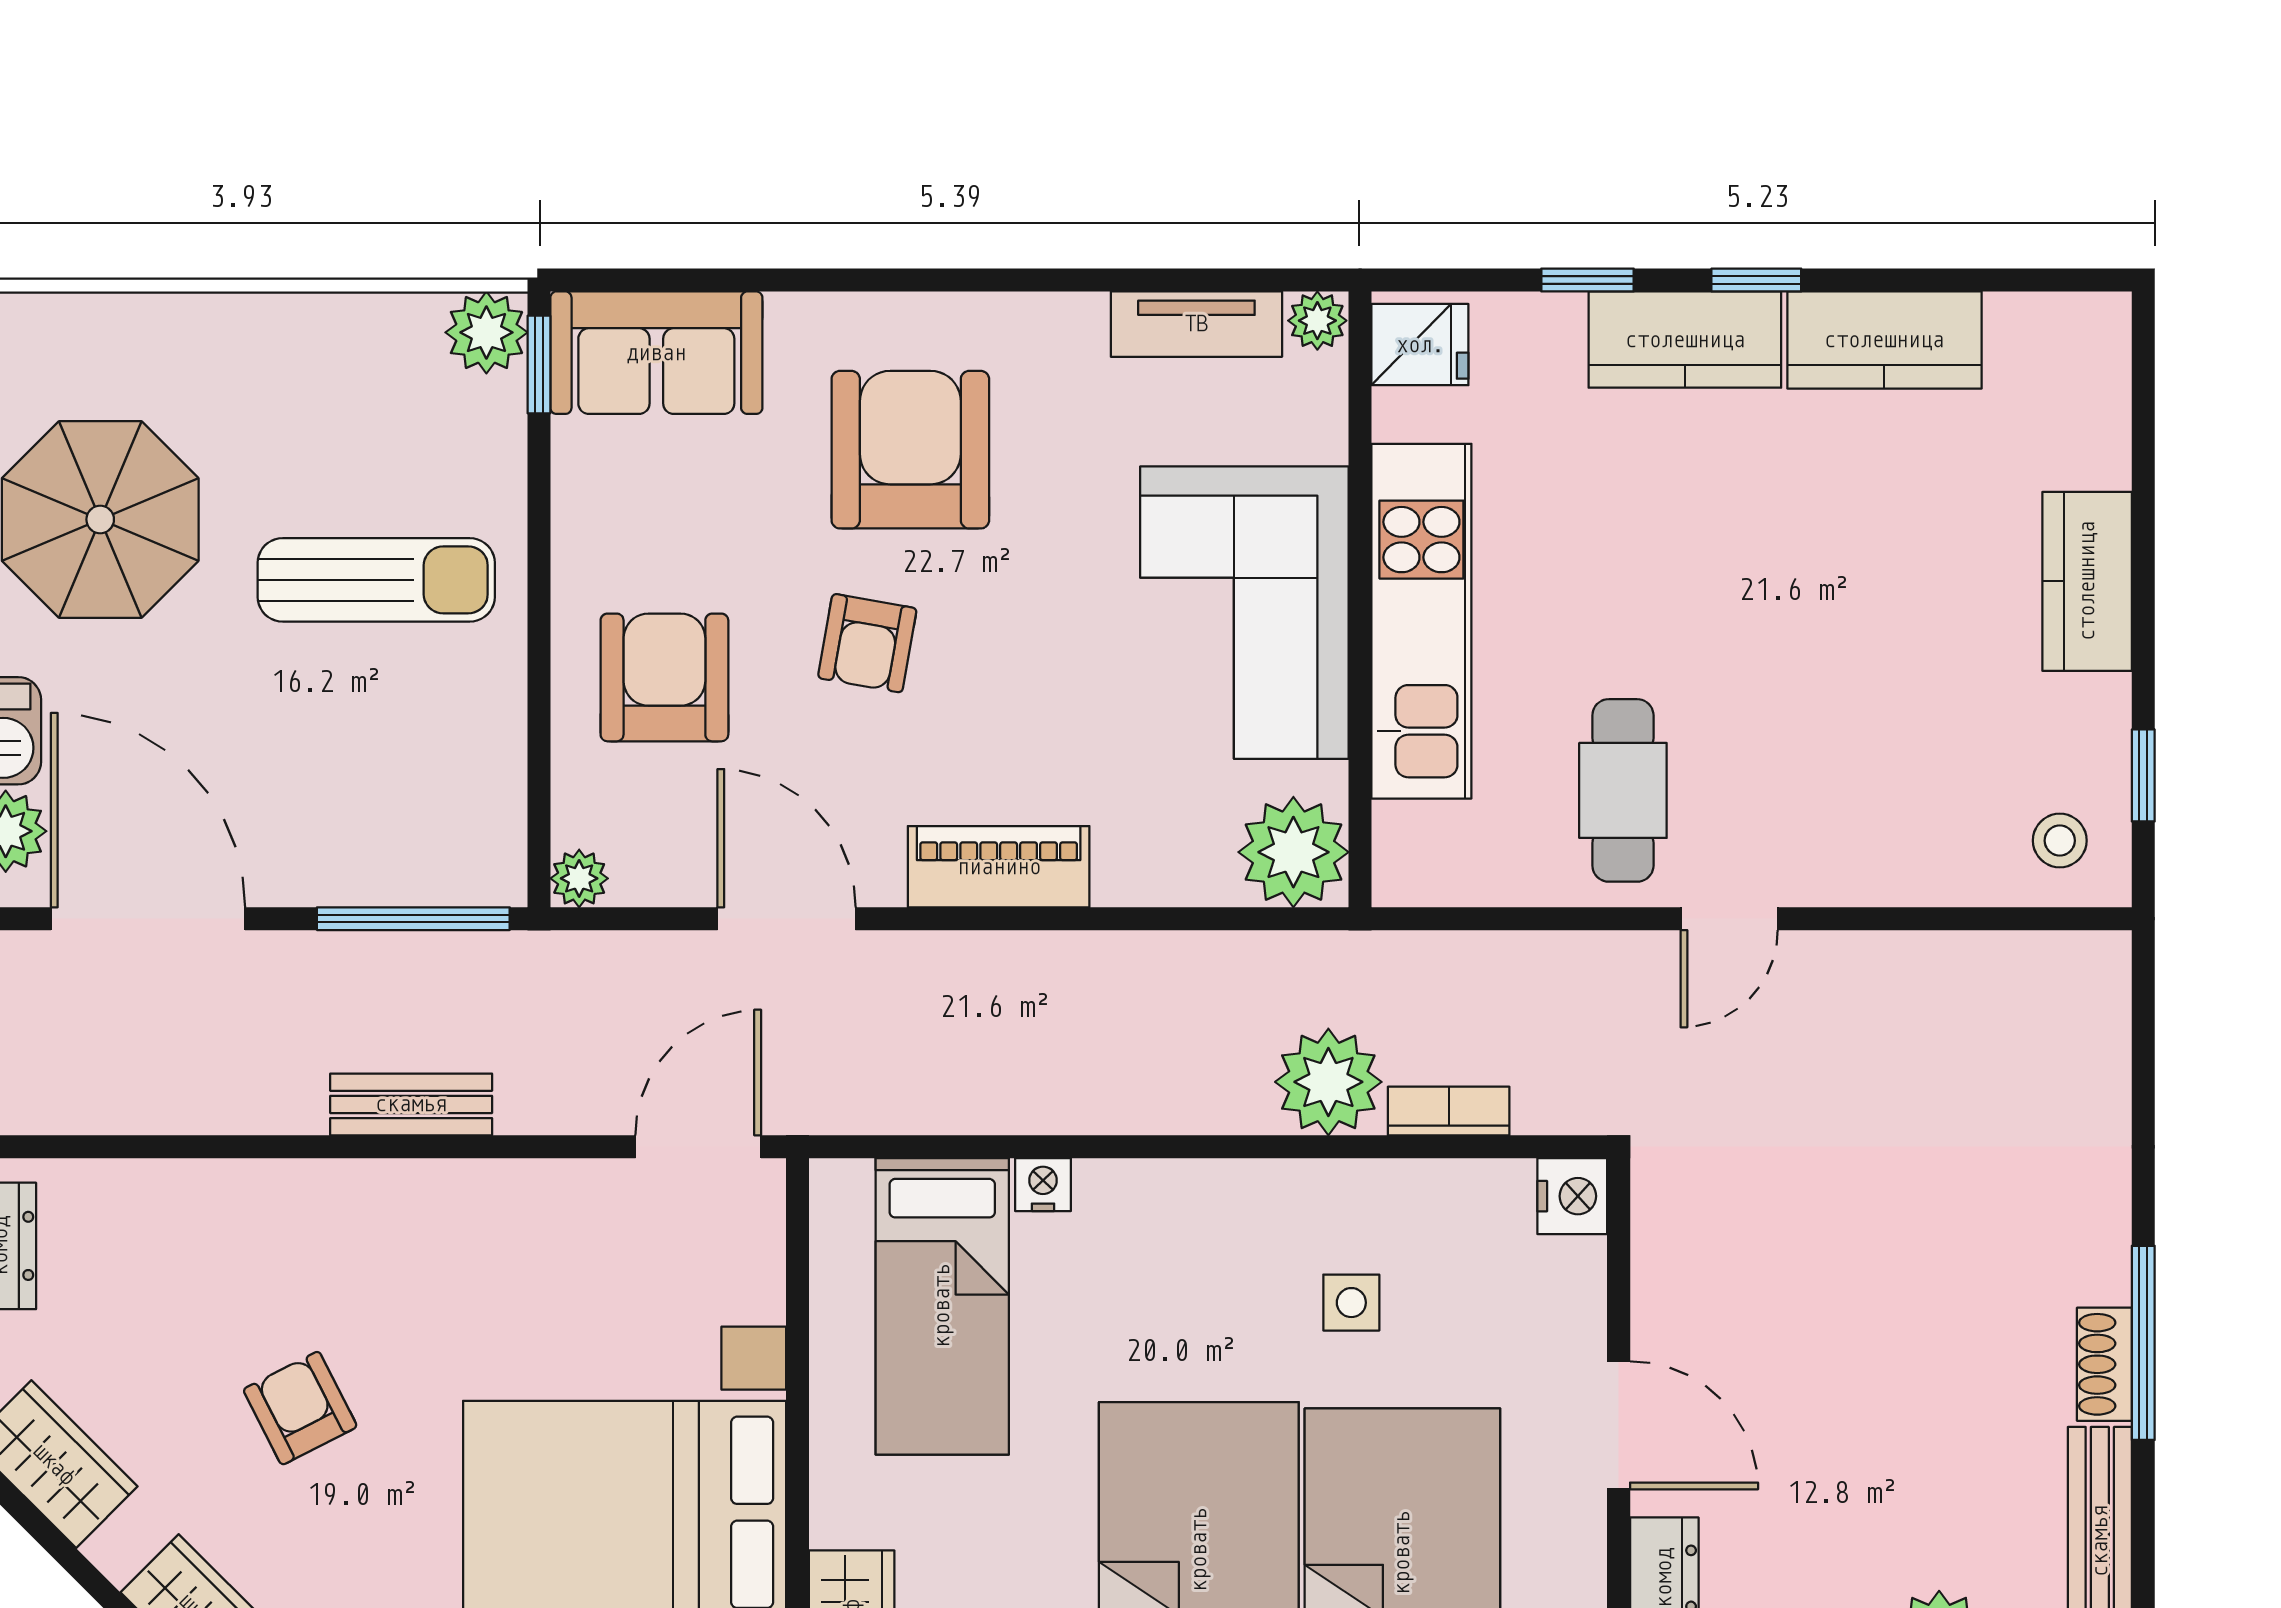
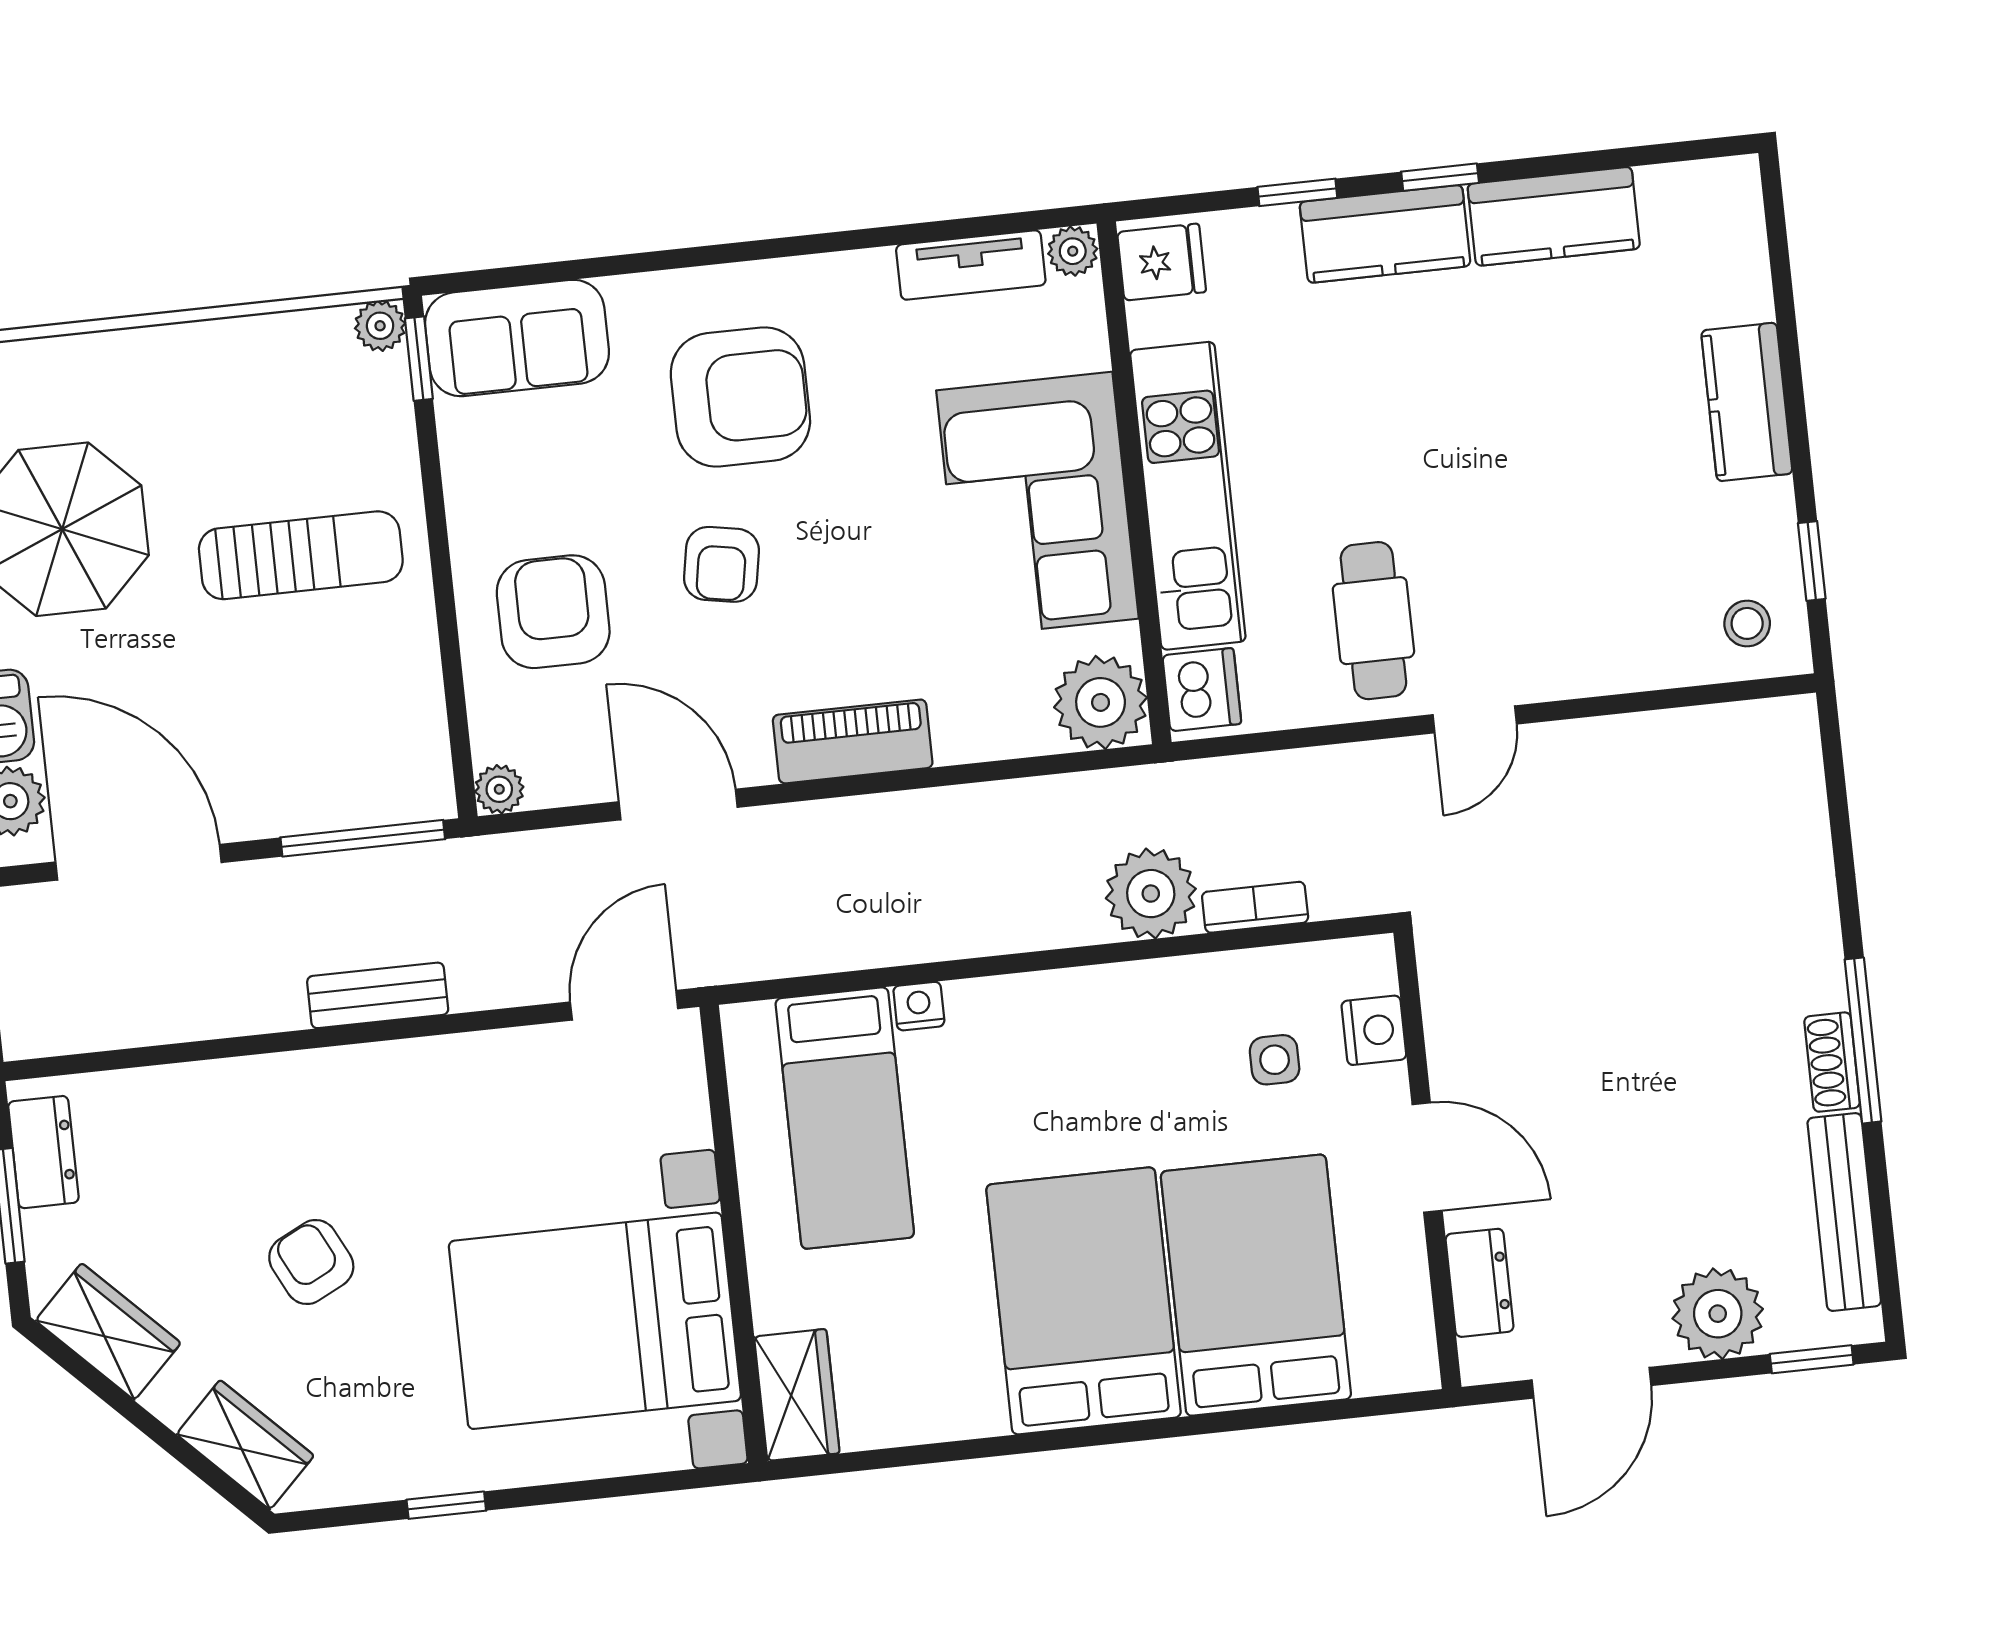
plant: (486, 332) -> (380, 326), width x0.73, depth x0.73
armchair: (910, 450) -> (740, 397), turned 90
dishwasher: (1414, 850) -> (1202, 690), added
nightstand: (1572, 1196) -> (1374, 1030), moved
side table: (1351, 1303) -> (1275, 1060), moved

